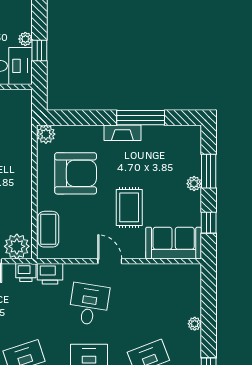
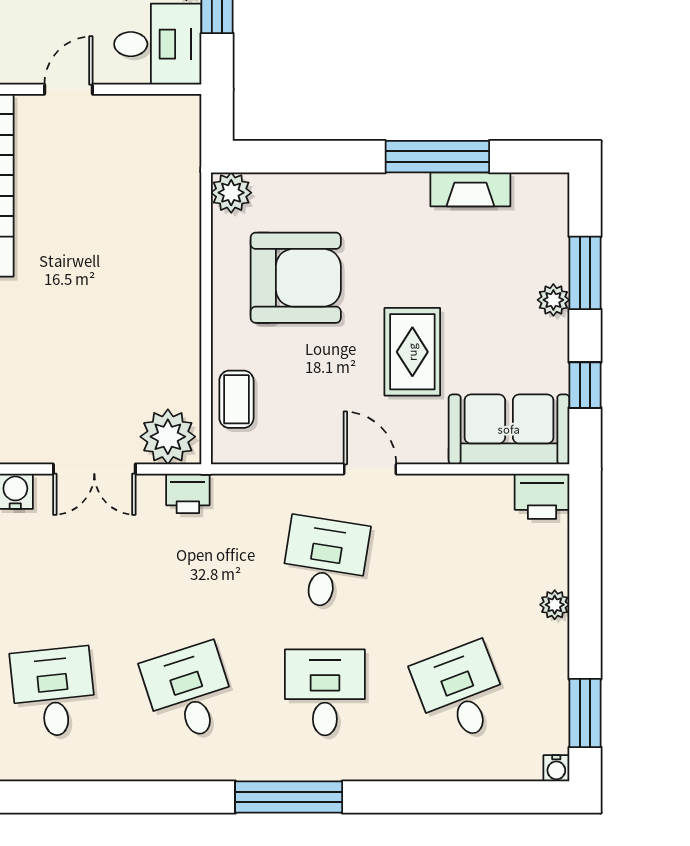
fireplace: (122, 133) -> (470, 189), moved
coffee table: (48, 229) -> (236, 399), width x0.73, depth x0.77
printer: (50, 274) -> (542, 496), moved

